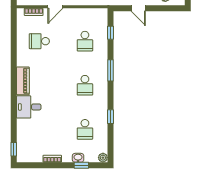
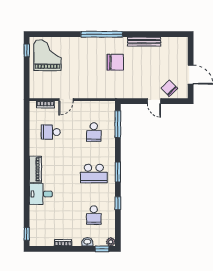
door: (138, 8) -> (154, 101), moved
window: (110, 33) -> (118, 124), width x2.17
window: (110, 70) -> (118, 172), moved
school desk: (85, 85) -> (94, 174), width x1.85
window: (81, 165) -> (102, 249), moved

